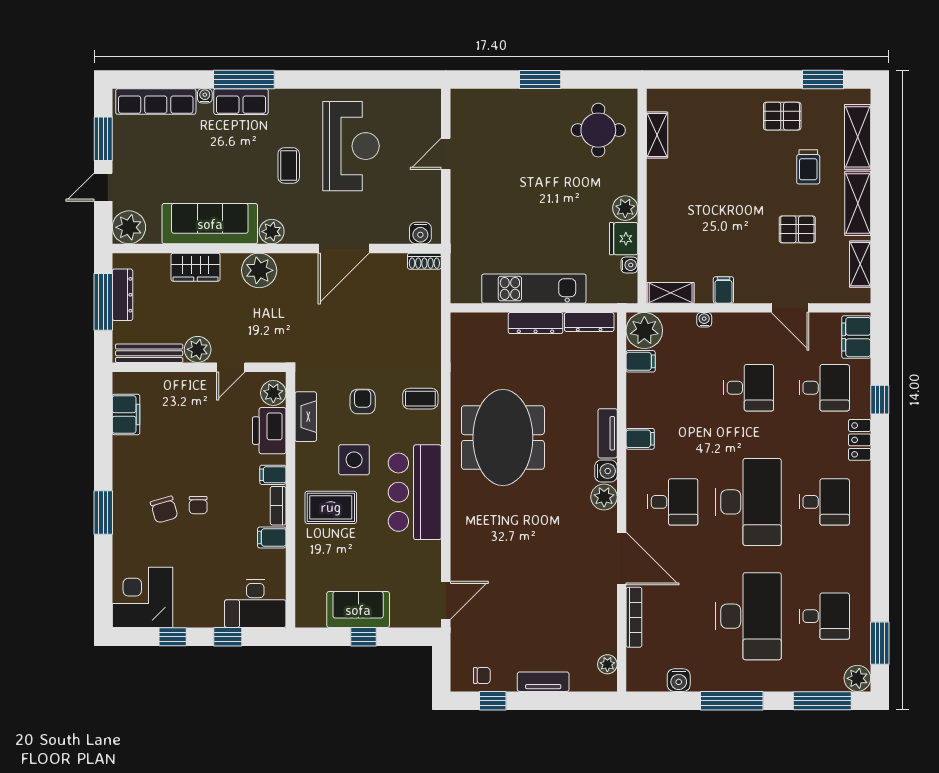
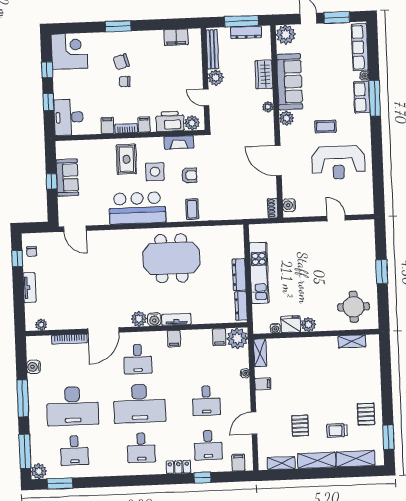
plant: (259, 270) -> (268, 107), width x0.53, depth x0.53
filing cabinet: (856, 337) -> (238, 463), width x0.50

